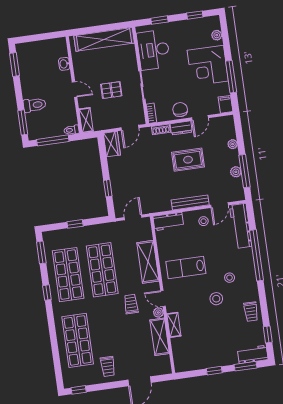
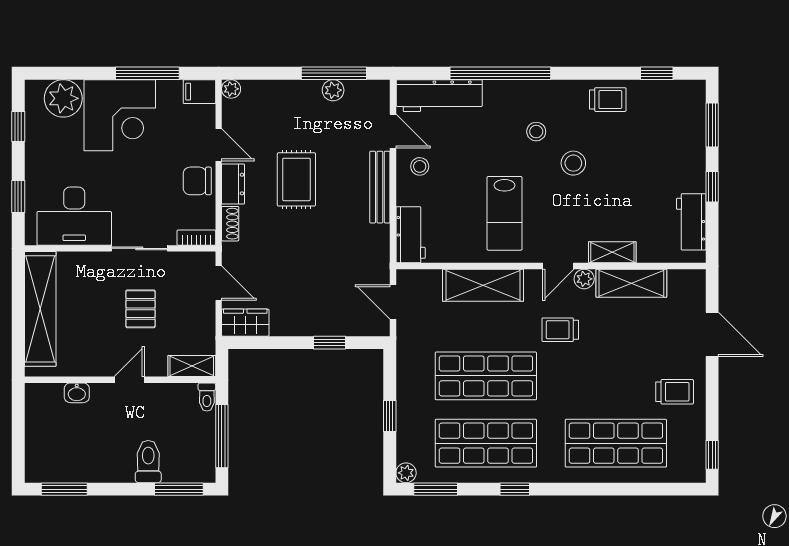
plant: (217, 35) -> (63, 98), width x1.87, depth x1.87
plant: (233, 144) -> (231, 89), moved
plant: (47, 236) -> (406, 473), added
workbench: (253, 354) -> (691, 222), moved

